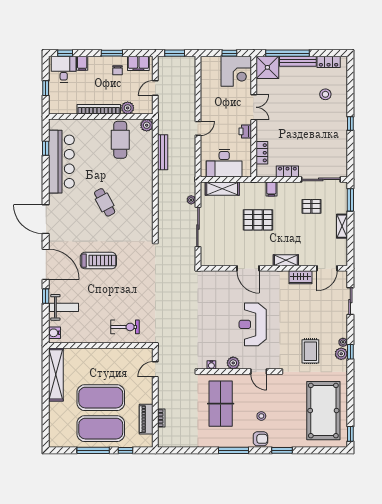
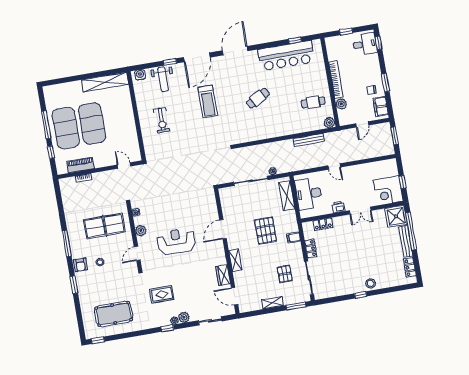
filing cabinet: (82, 63) -> (372, 59), removed
door: (155, 88) -> (362, 124), swing flipped
stool: (325, 94) -> (371, 283), moved
cafe table: (120, 140) -> (313, 102), width x0.73, depth x0.74
exercise bike: (125, 327) -> (162, 120), moved
plant: (341, 354) -> (184, 317), moved
pool table: (323, 411) -> (114, 314), width x0.73, depth x0.76

